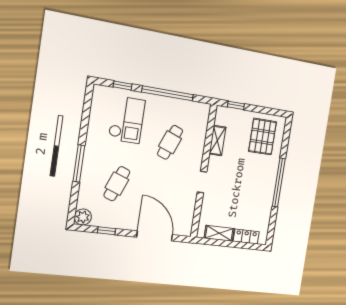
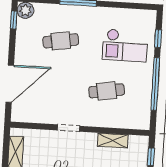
cafe table: (170, 142) -> (107, 91), turned -30
cafe table: (117, 184) -> (61, 41), turned -30
window: (106, 231) -> (14, 20), moved

